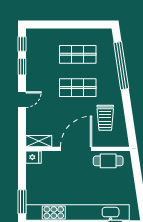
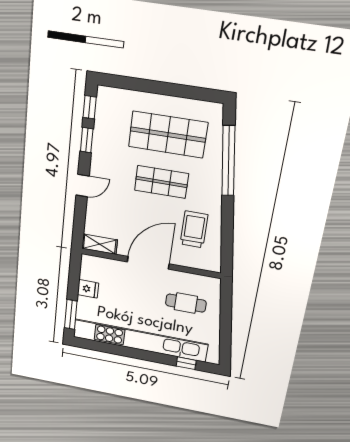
shop shelf: (78, 54) -> (168, 135), width x1.43, depth x1.36
trolley: (105, 118) -> (194, 229), turned 180
fridge: (33, 157) -> (88, 289), moved
cafe table: (108, 161) -> (186, 303), moved

